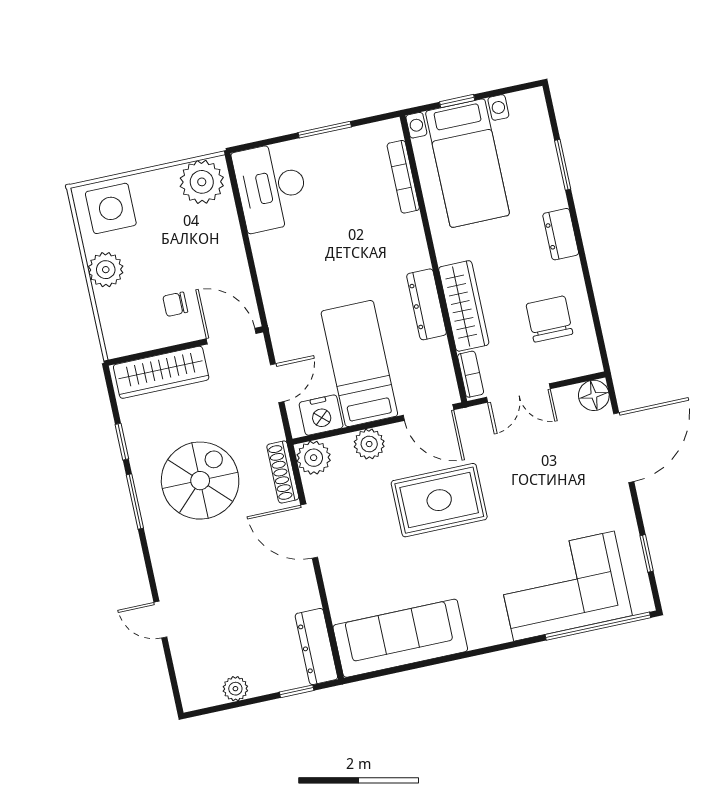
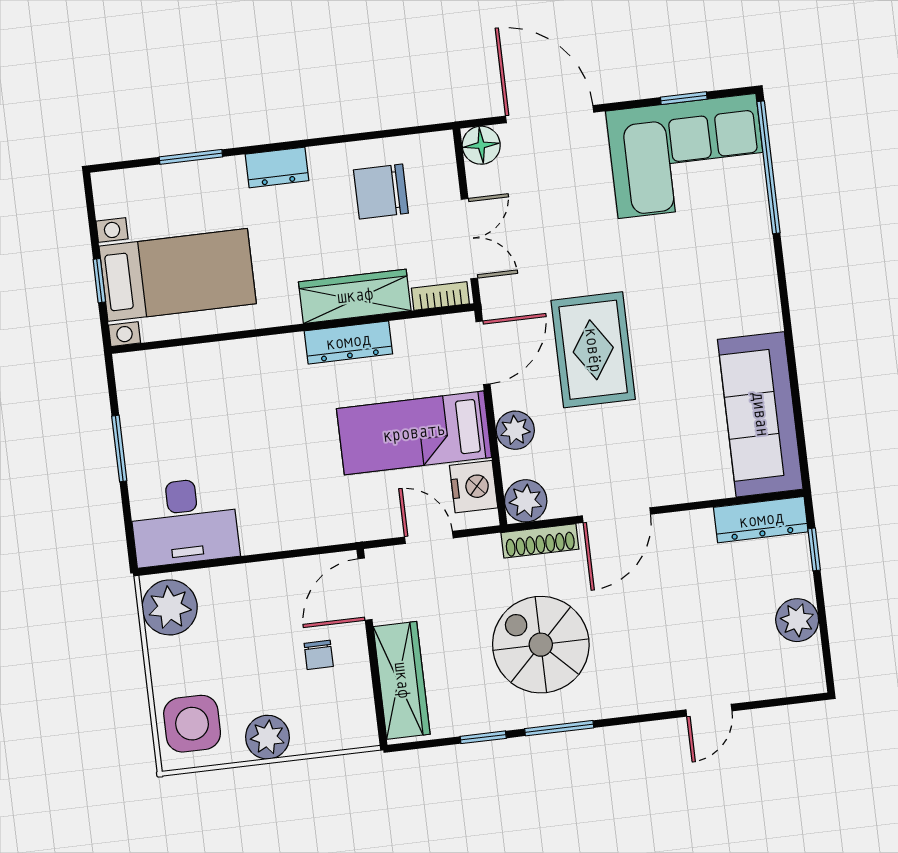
bookcase: (403, 177) -> (187, 357), removed
corner sofa: (564, 586) -> (687, 156), moved, turned -90
plant: (235, 689) -> (797, 620), width x1.38, depth x1.38

